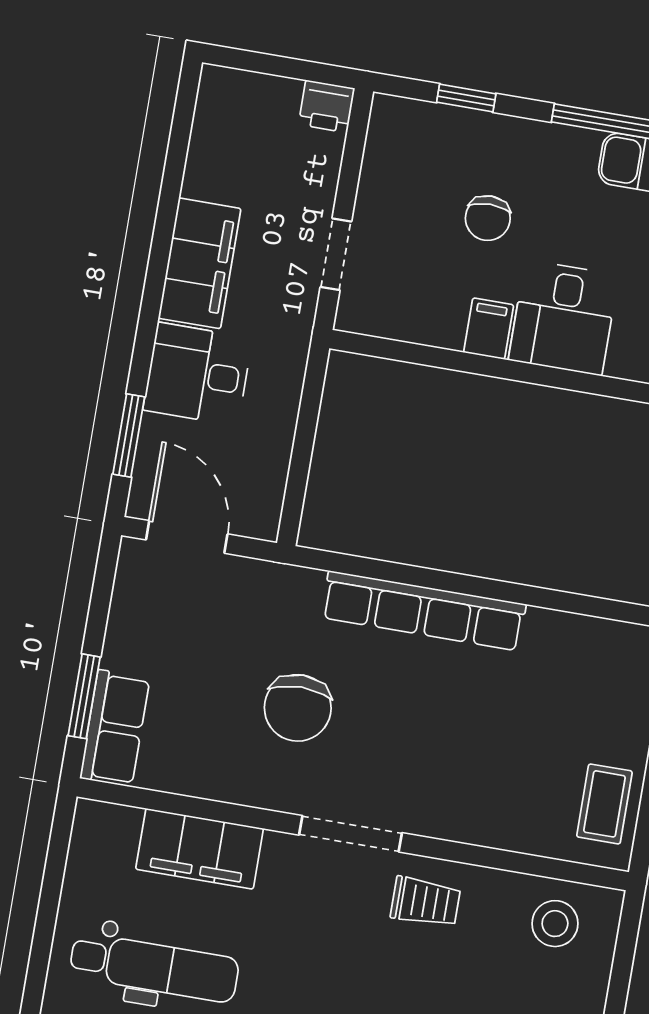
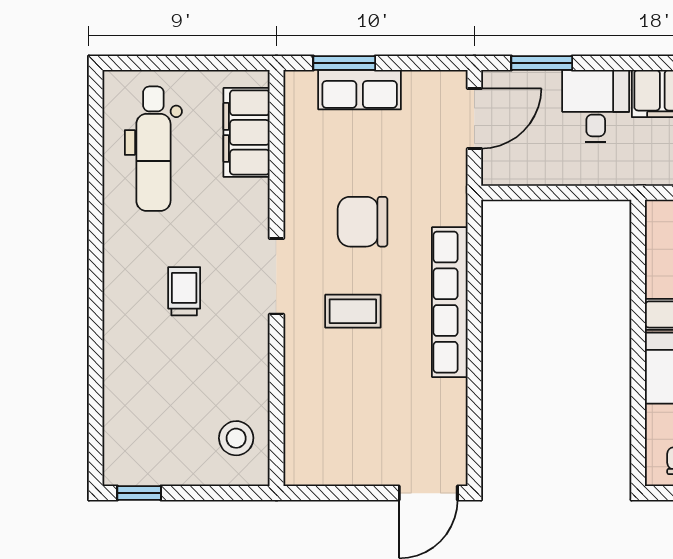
row of seats: (115, 728) -> (360, 90), moved
coffee table: (604, 804) -> (353, 311), moved
filing cabinet: (200, 849) -> (247, 132), moved
trolley: (426, 902) -> (184, 291), moved, turned 180

